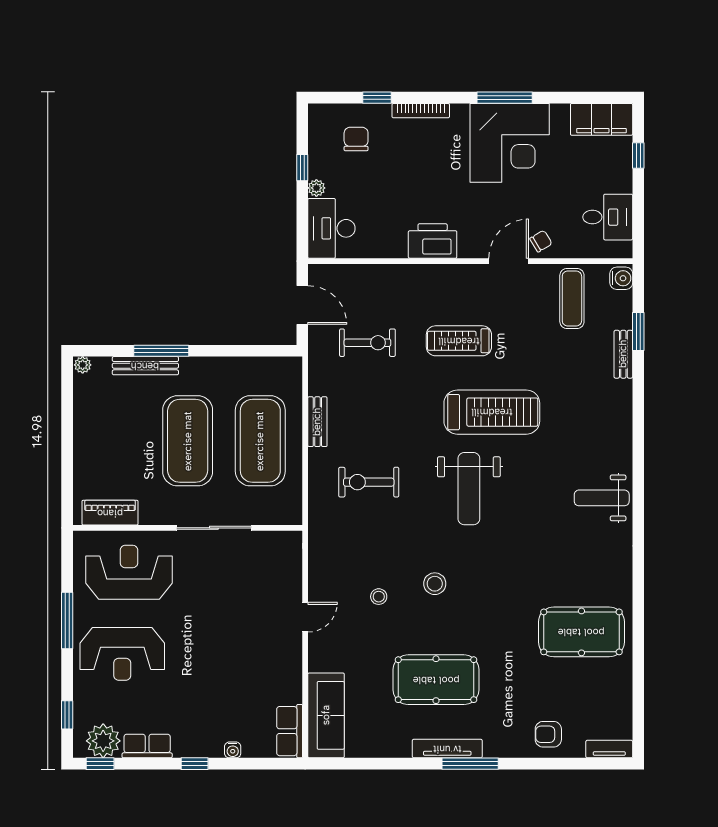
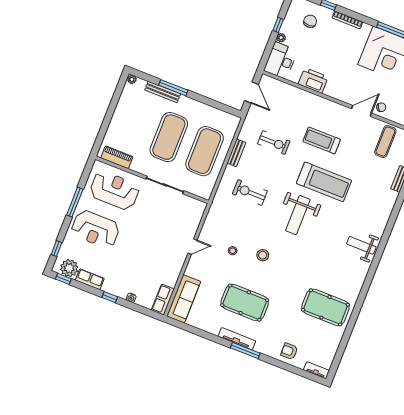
printer: (433, 241) -> (313, 80), moved
exercise bike: (367, 343) -> (274, 143), moved

